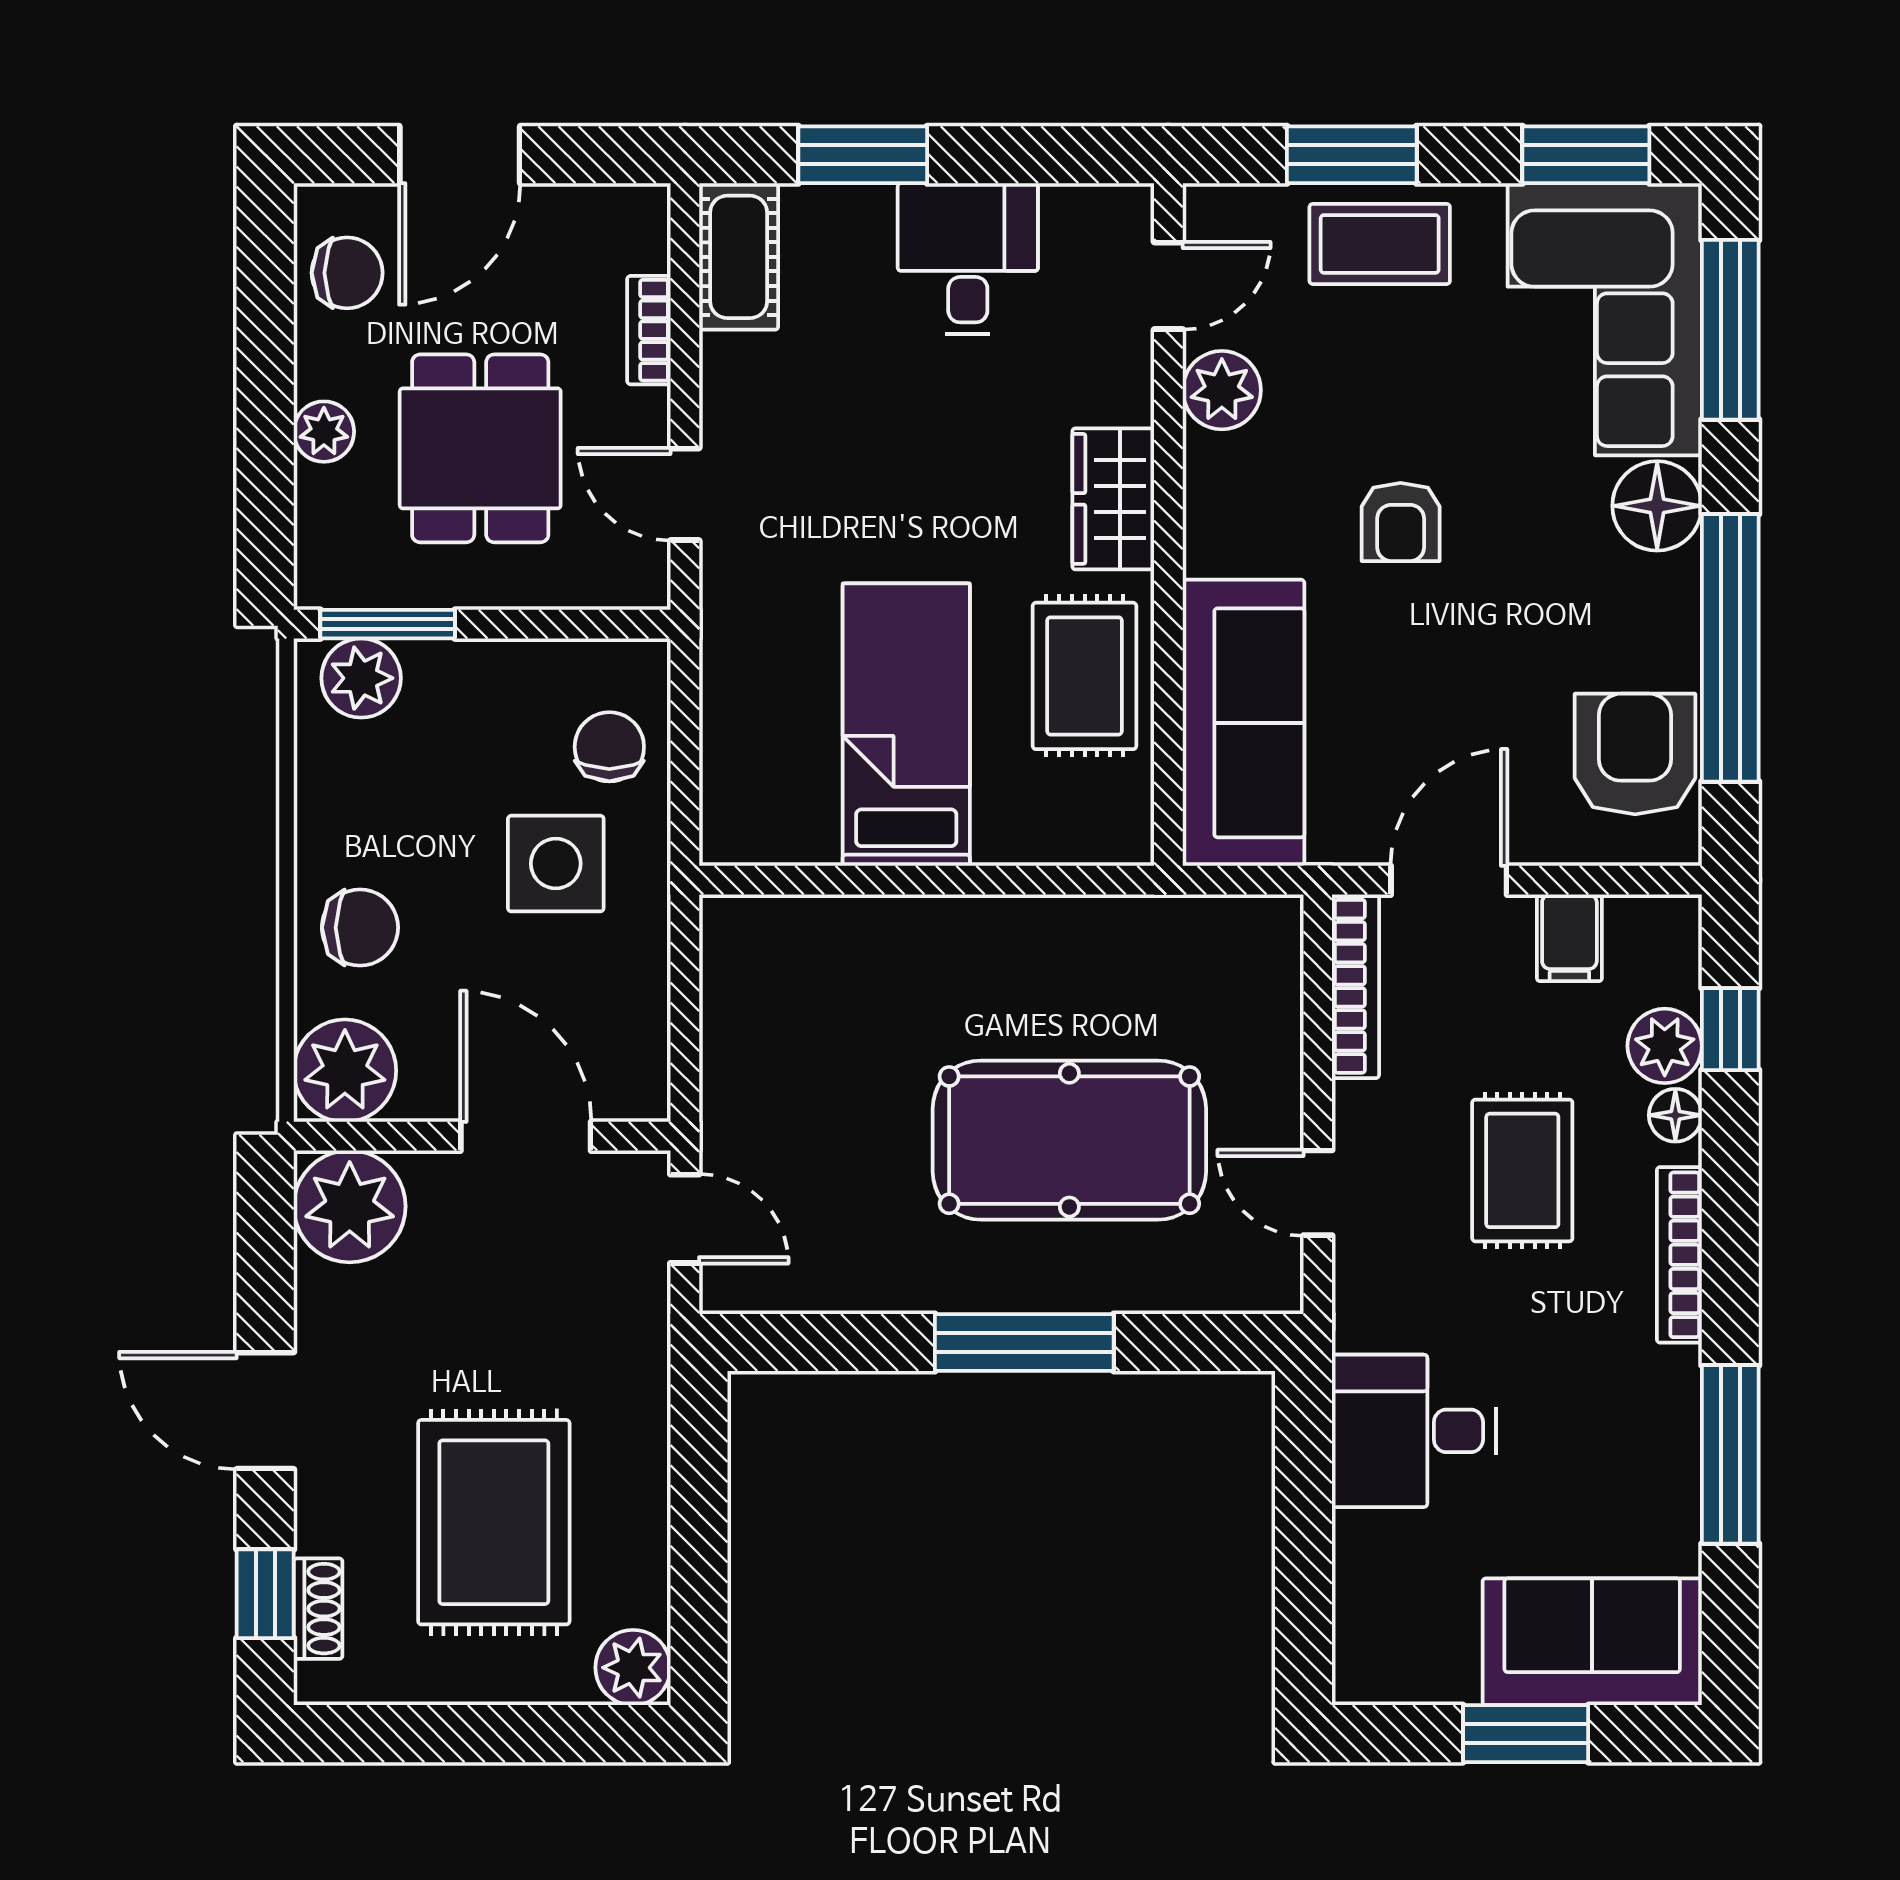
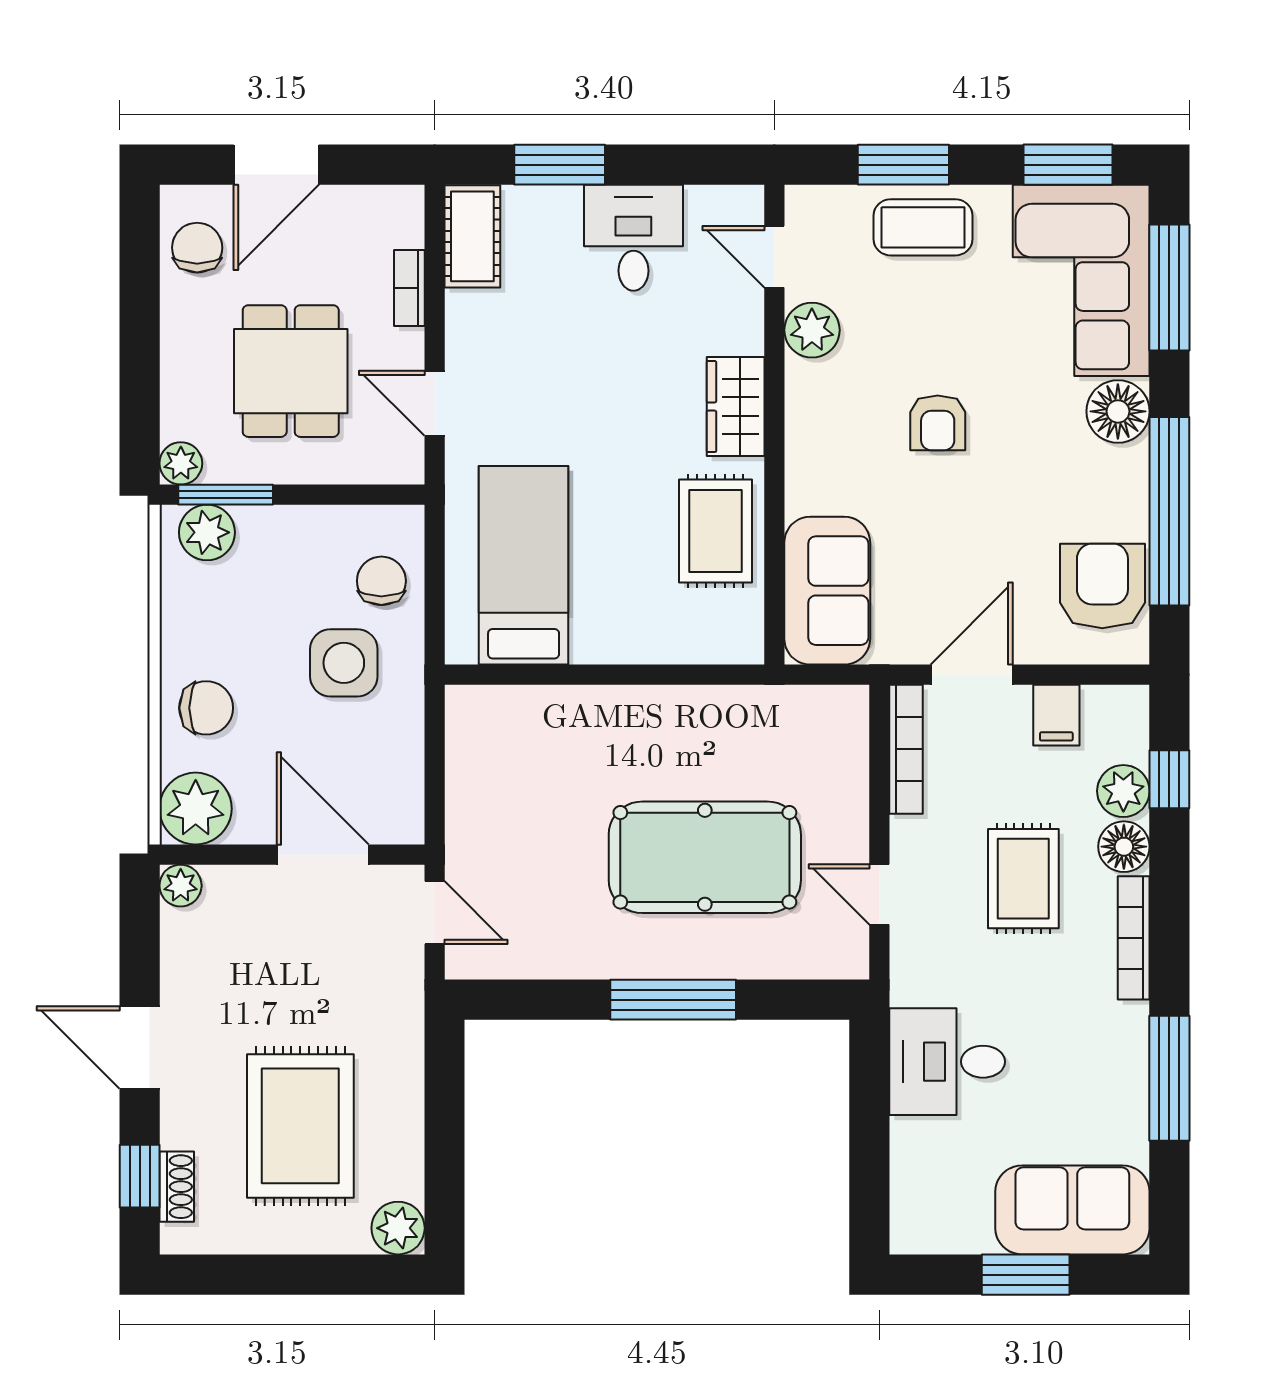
chair: (347, 273) -> (197, 248), turned -90
door: (1168, 286) -> (774, 257), swing flipped
plant: (324, 432) -> (181, 463), moved
sofa: (1243, 723) -> (827, 591), width x0.73
bed: (906, 725) -> (524, 565), moved
floor lamp: (1675, 1115) -> (1124, 847), width x1.37, depth x1.37
plant: (350, 1206) -> (181, 886), width x0.53, depth x0.53

